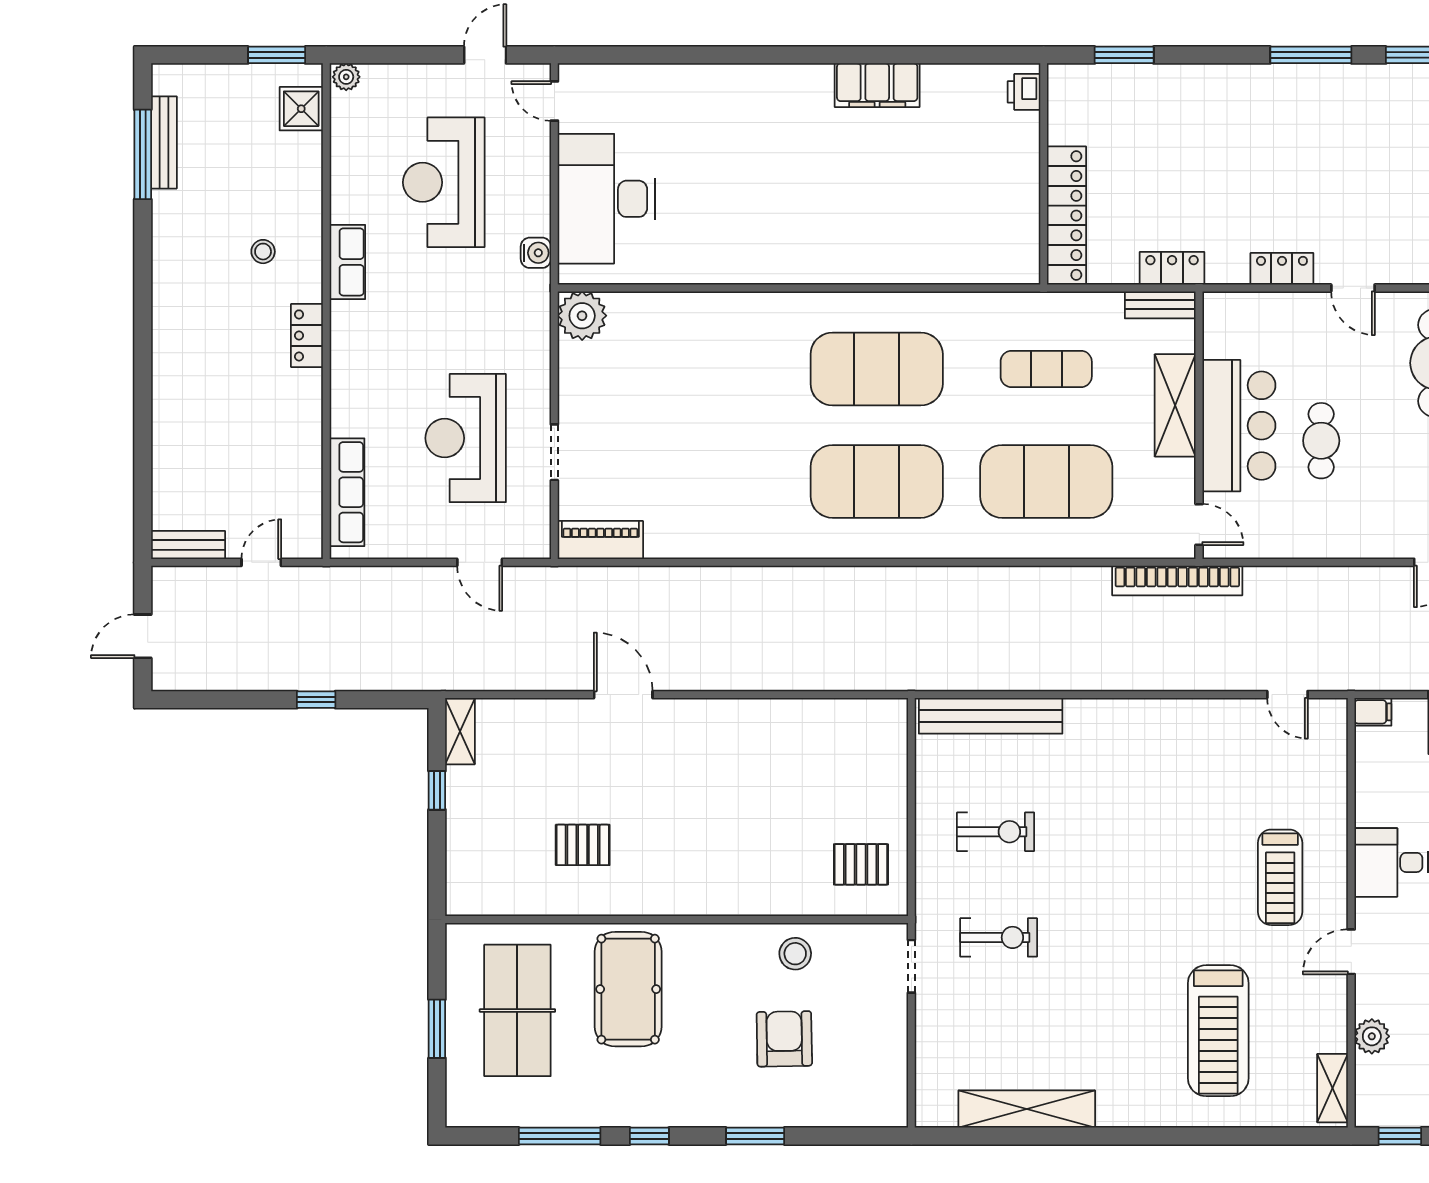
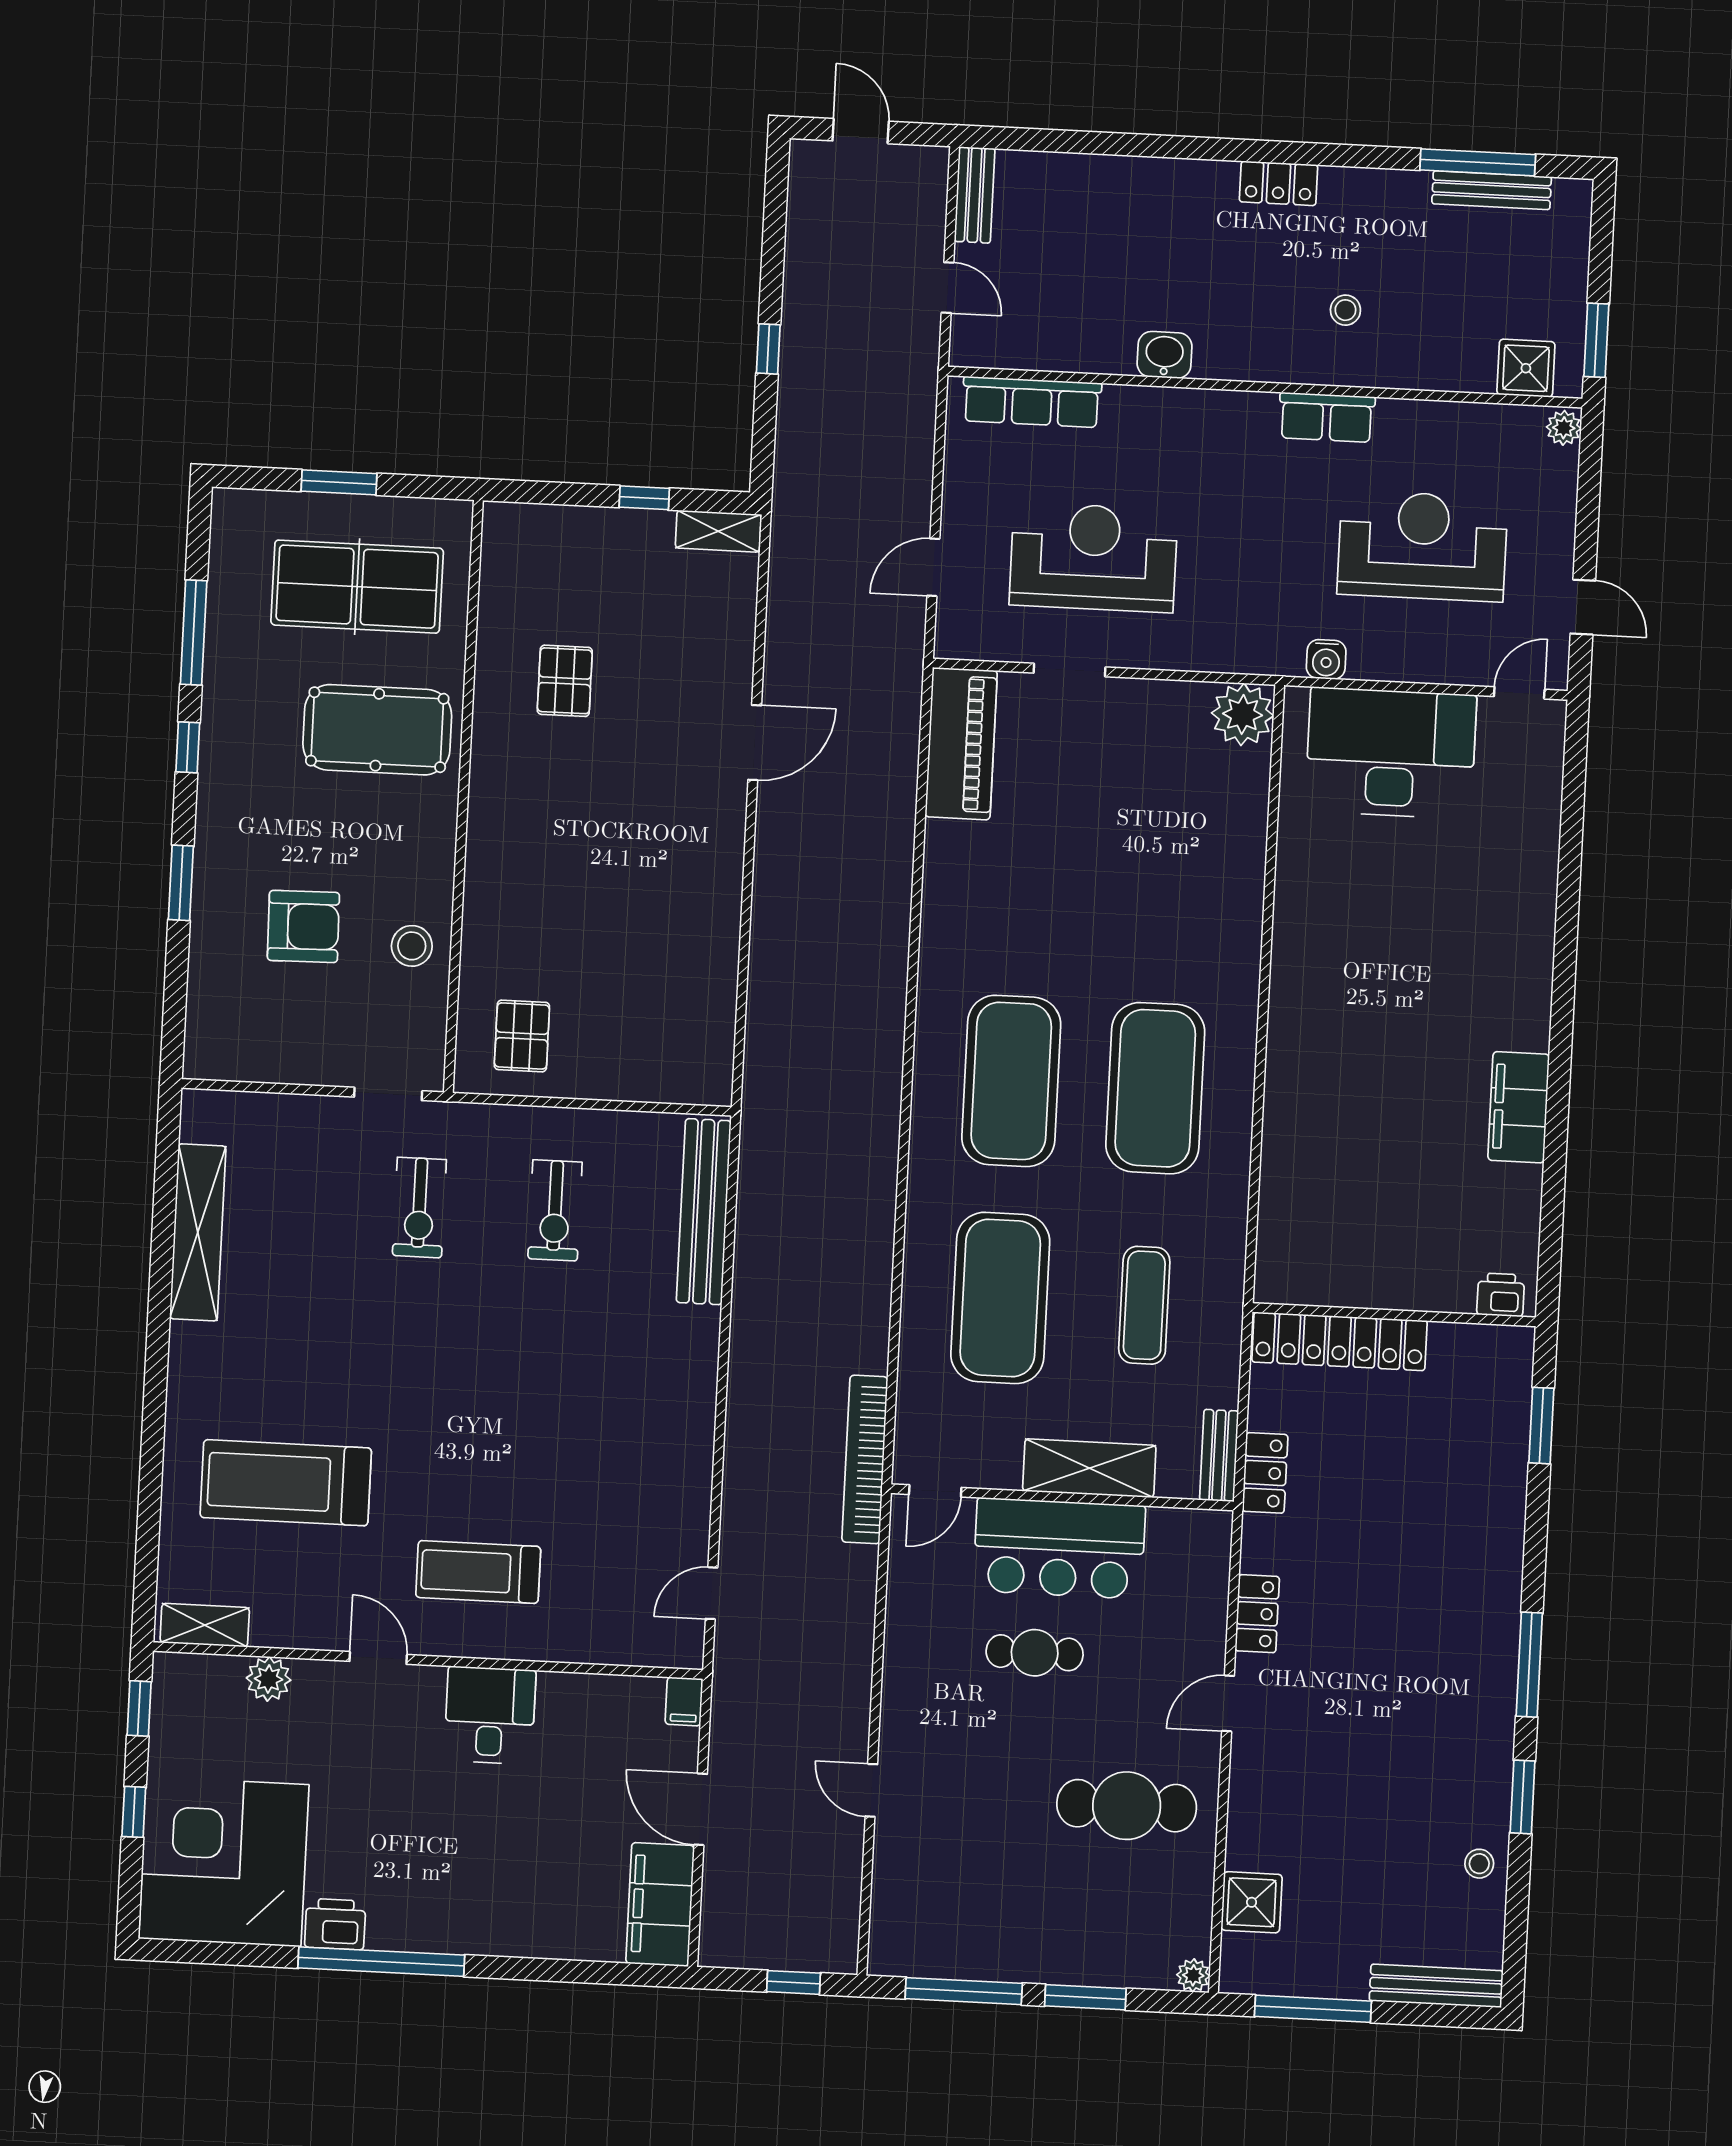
locker: (307, 335) -> (1279, 183), moved, turned 180
washbasin: (305, 391) -> (1164, 355), added
piano: (600, 540) -> (961, 744), width x1.37, depth x1.33

